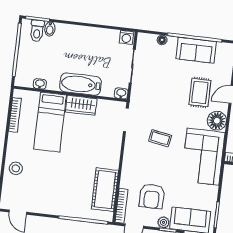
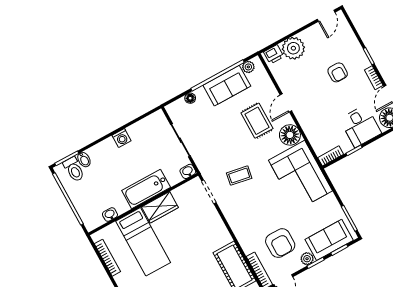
washing machine: (126, 37) -> (122, 138), moved
plant: (222, 48) -> (248, 67), added
coffee table: (160, 138) -> (239, 176), moved

